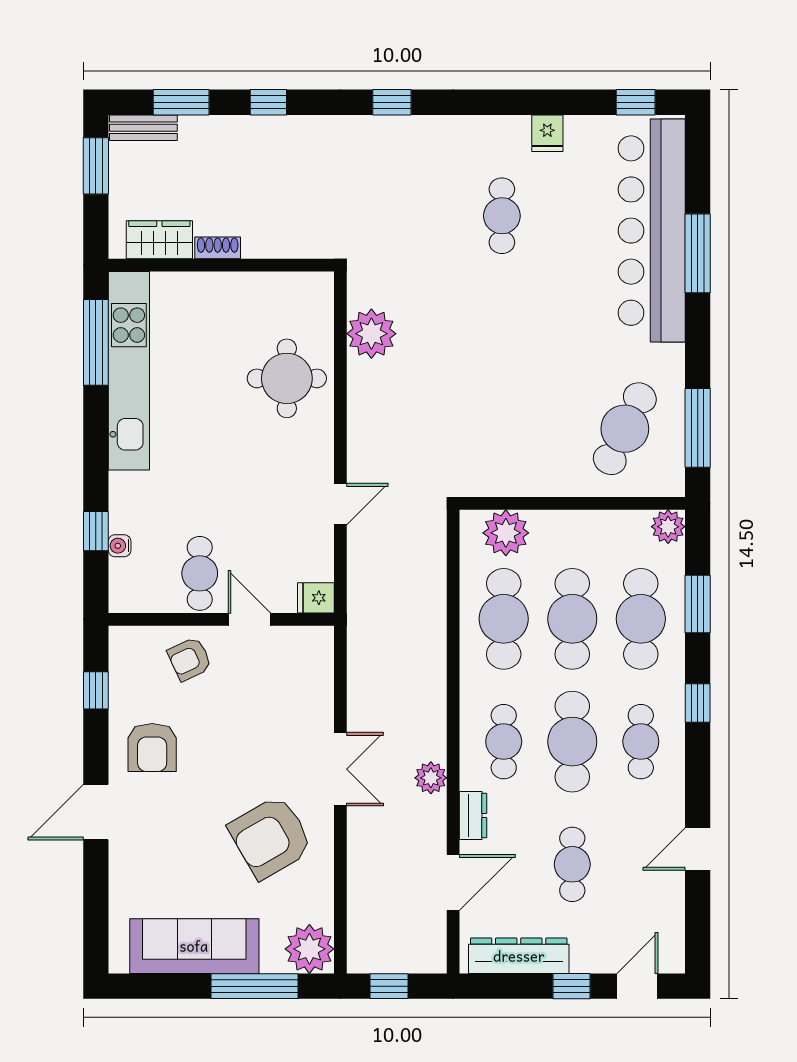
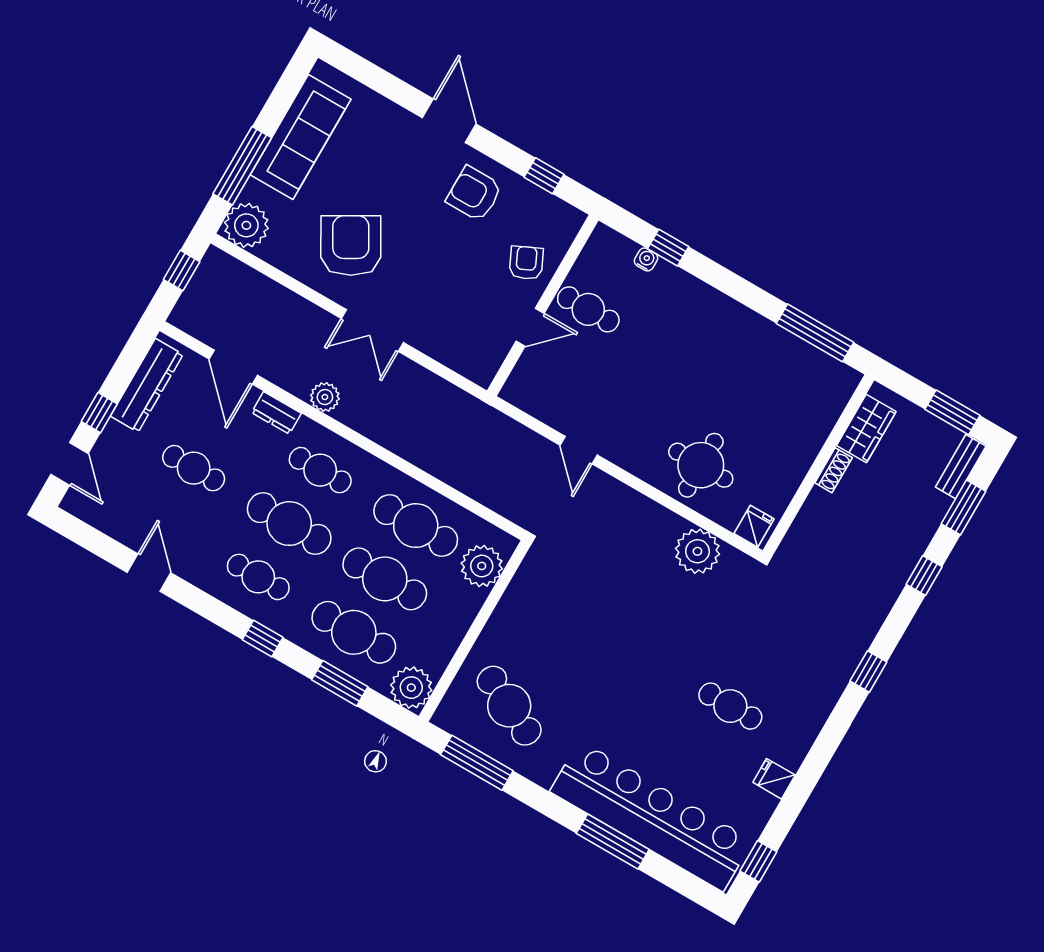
kitchen unit: (129, 371) -> (778, 346), removed
plant: (668, 527) -> (411, 688), width x1.36, depth x1.36
fridge: (316, 598) -> (754, 526), moved

